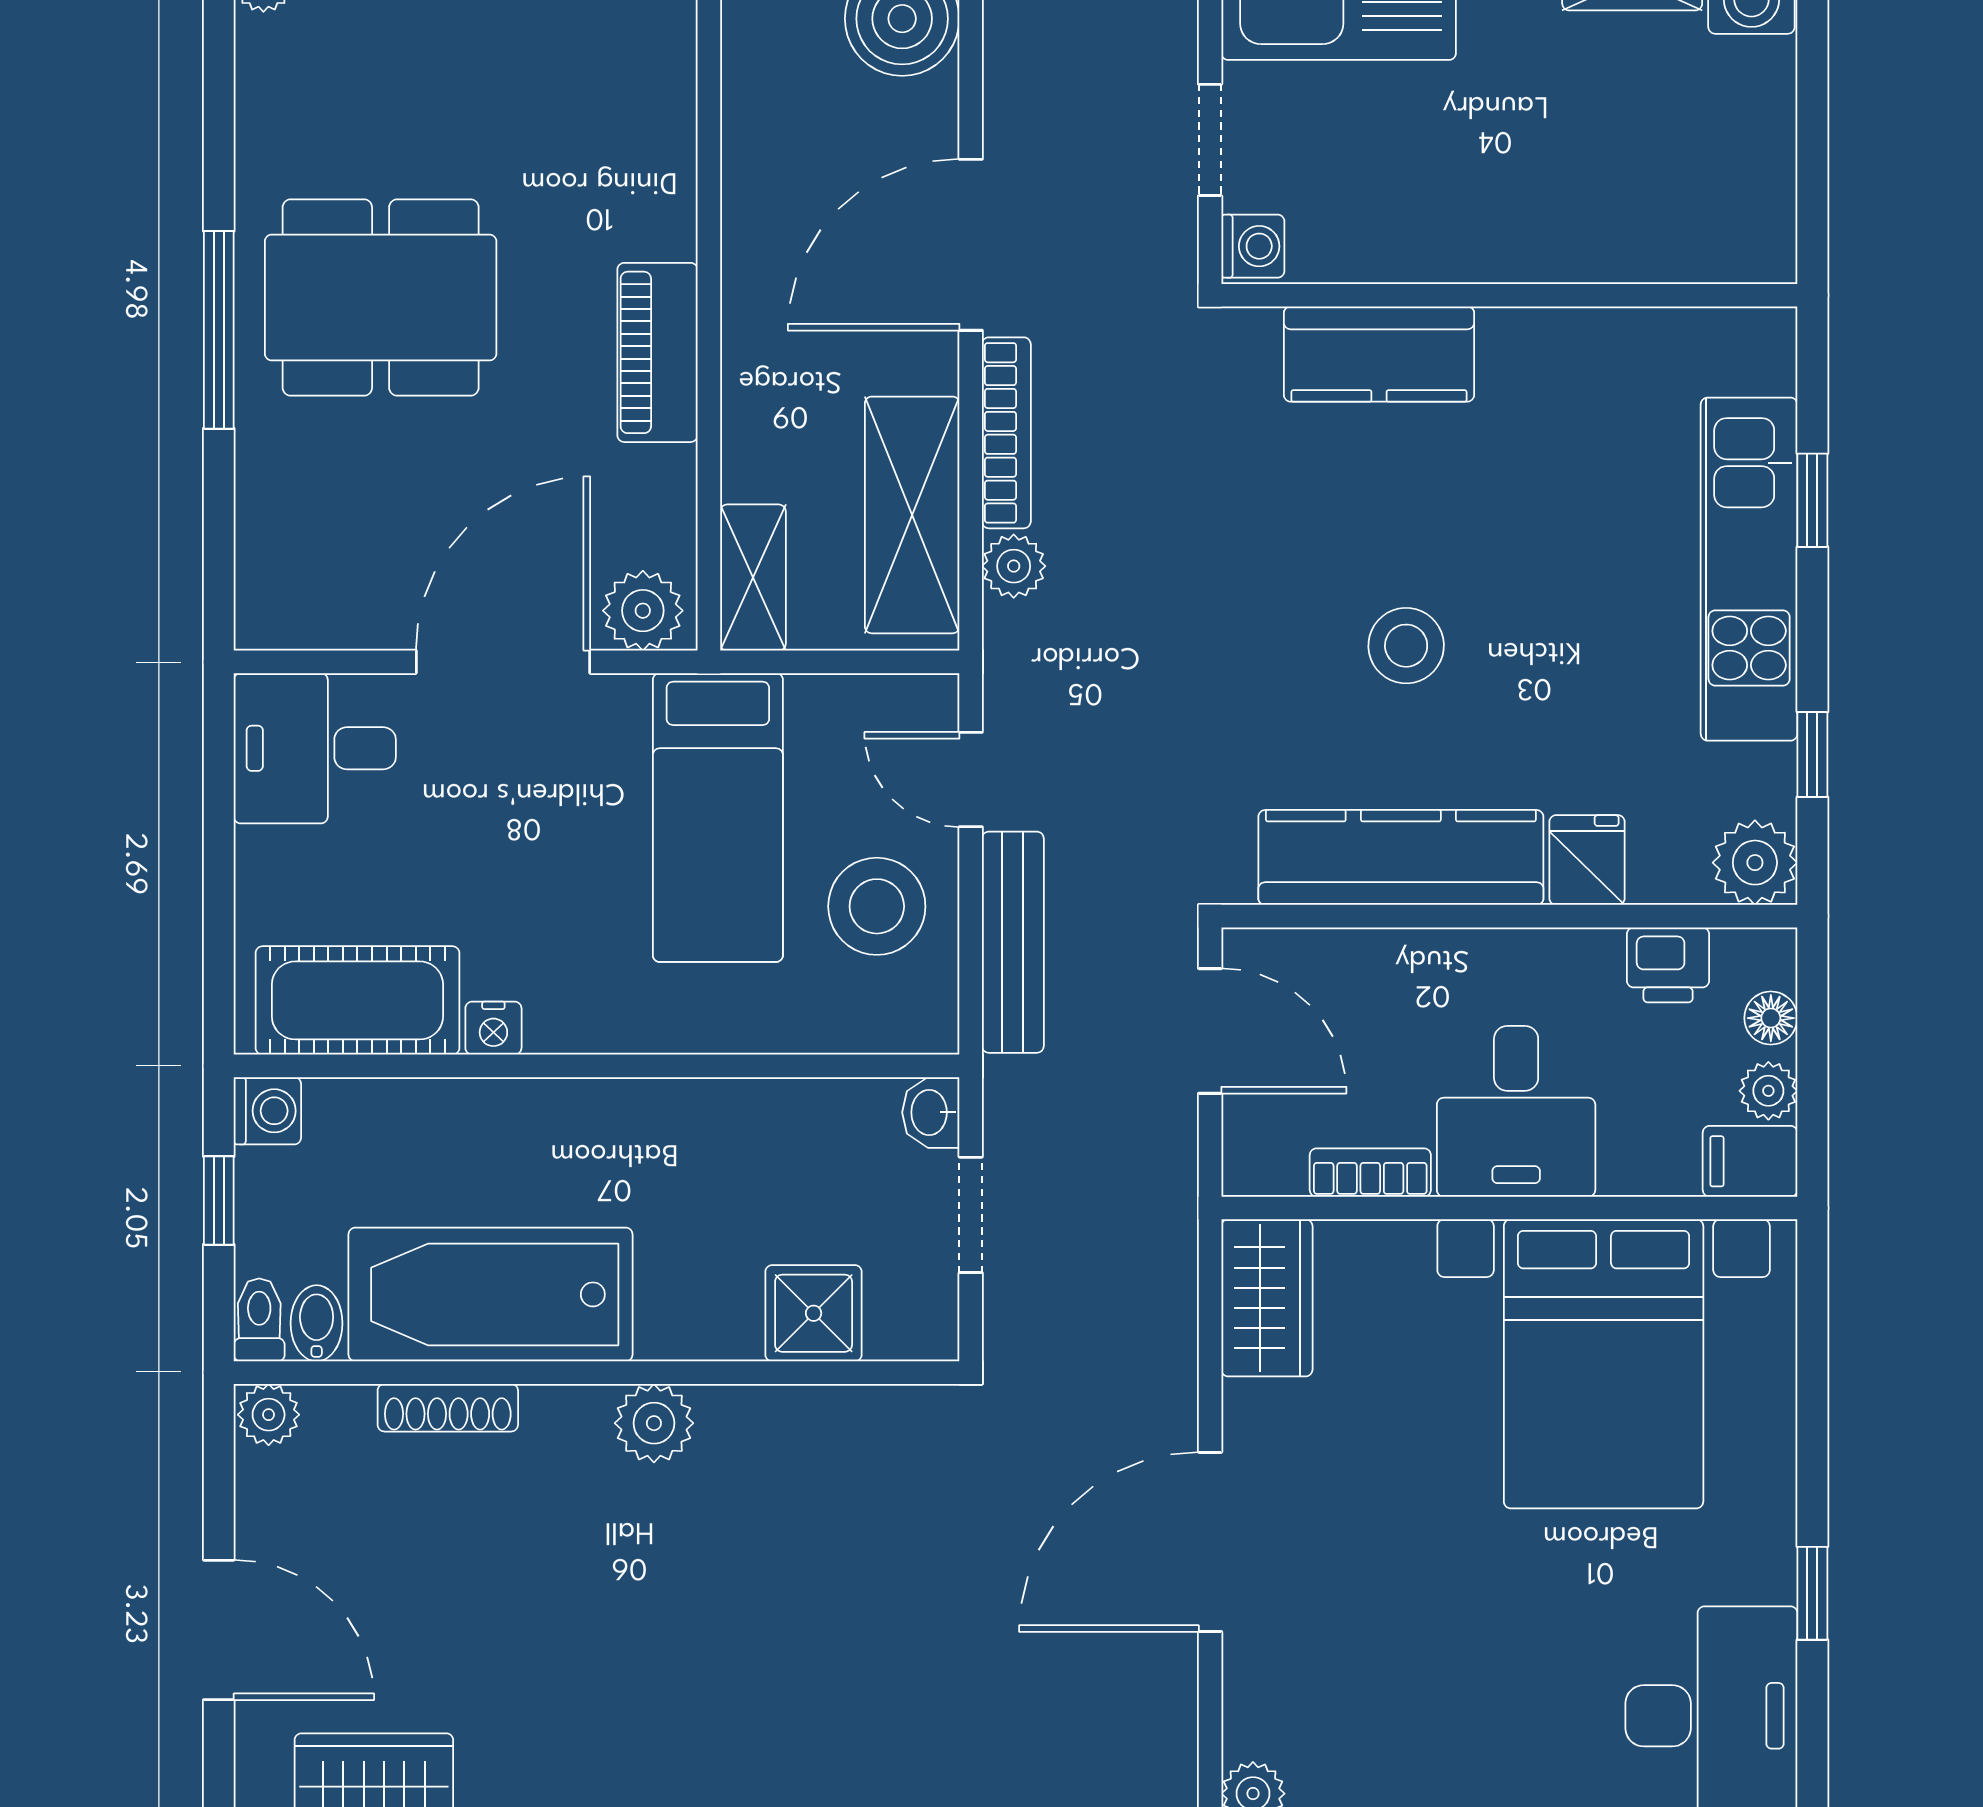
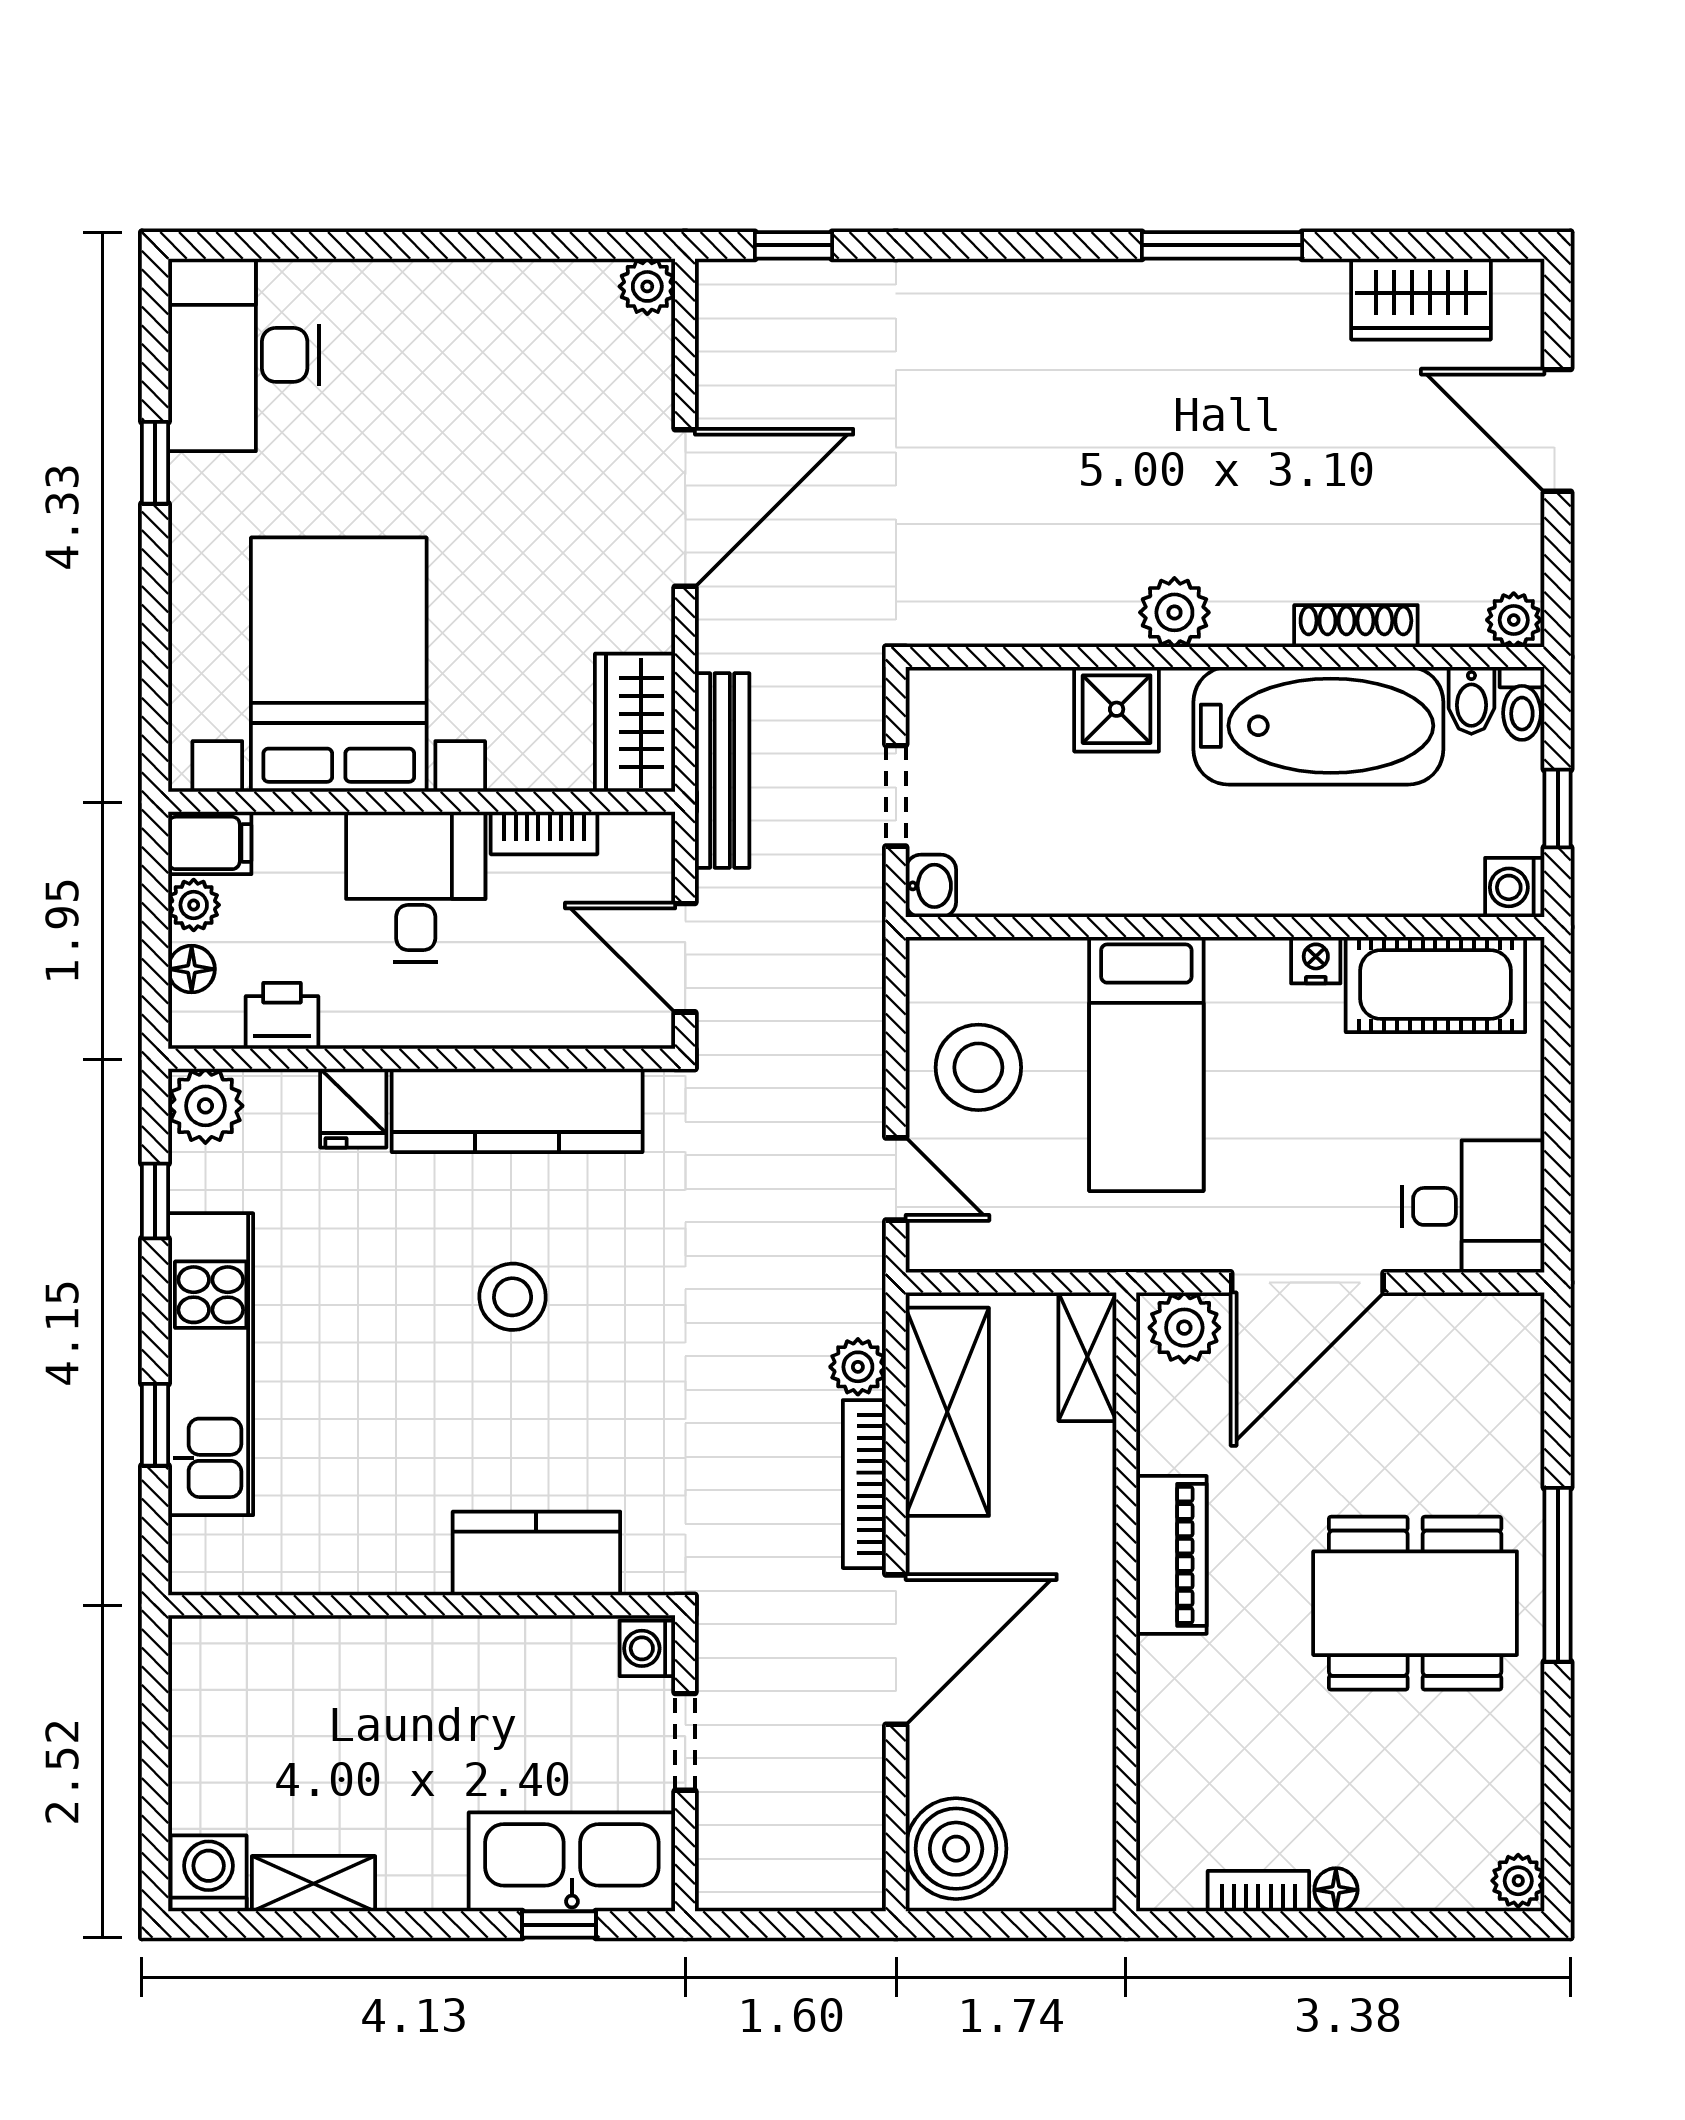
bed: (718, 818) -> (1146, 1064), moved, turned 180
bench: (1013, 942) -> (722, 770), moved
shower: (814, 1313) -> (1117, 709), moved

